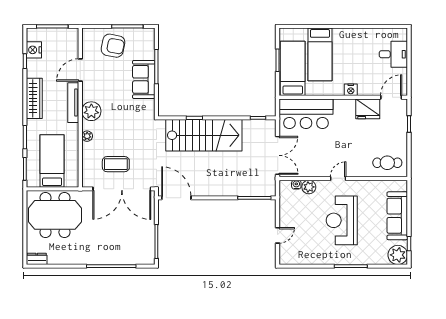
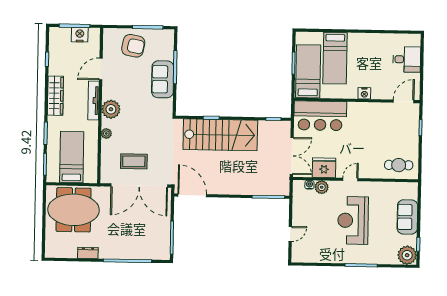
nightstand: (34, 50) -> (80, 35), moved, turned 90
fridge: (368, 109) -> (324, 168), moved, turned 180
sofa: (397, 216) -> (407, 217), width x0.73
dresser: (37, 259) -> (88, 253), moved

